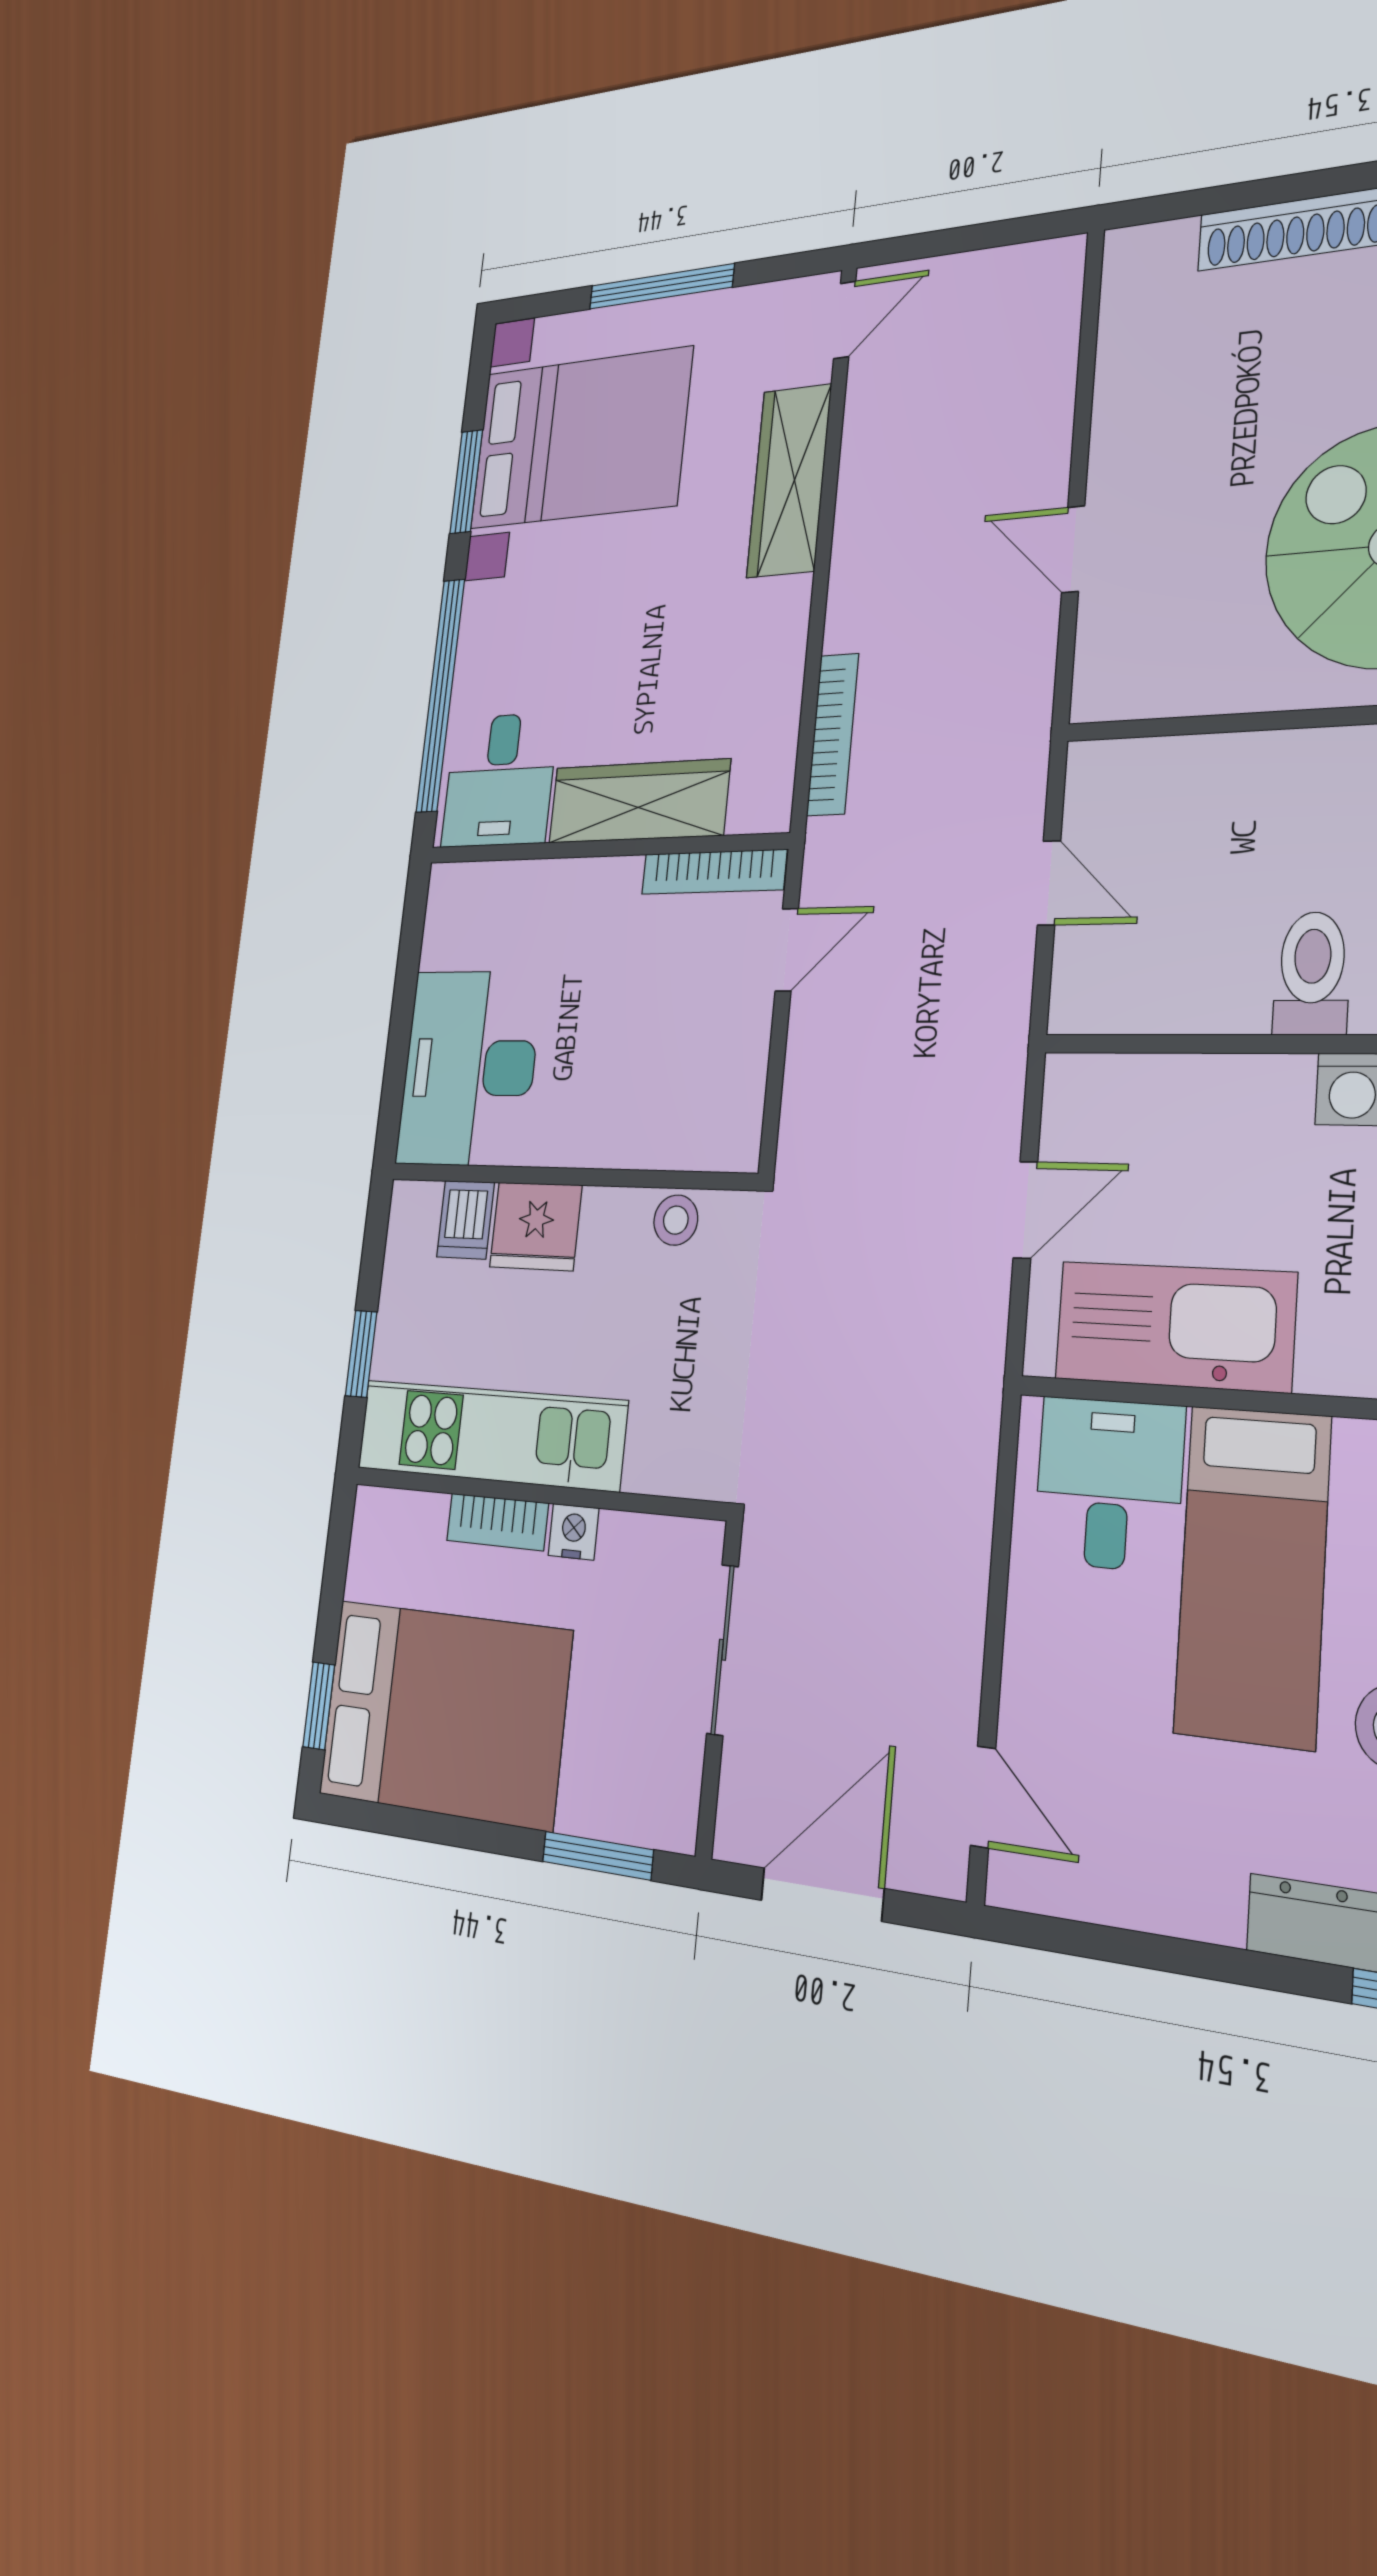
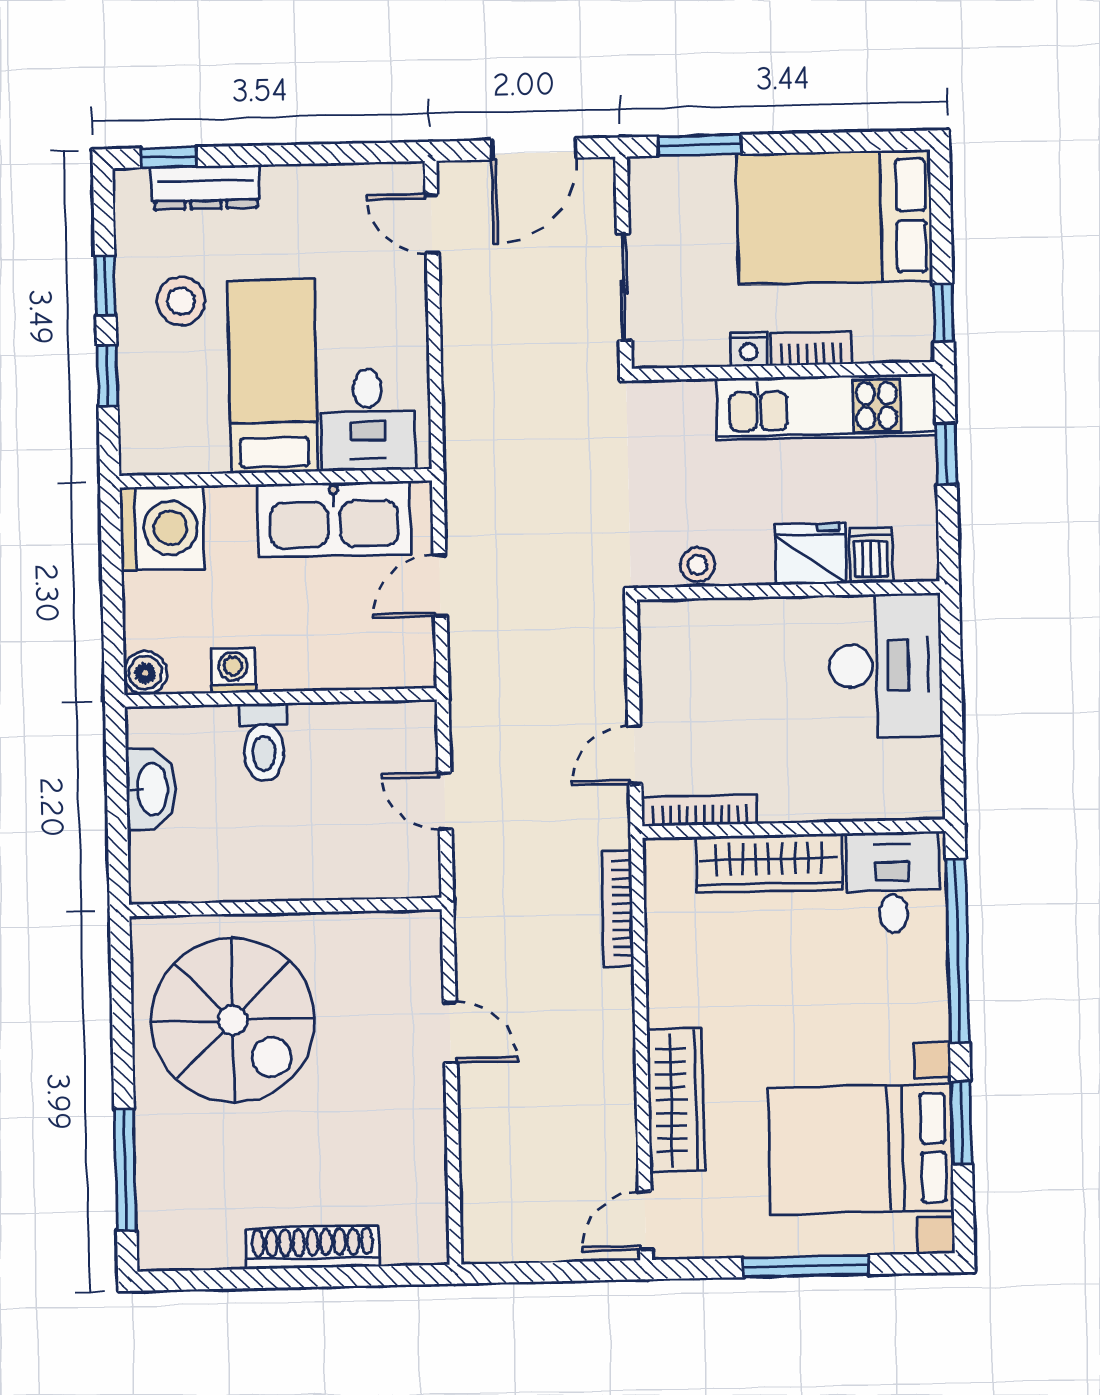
window: (319, 1706) -> (943, 313), moved

